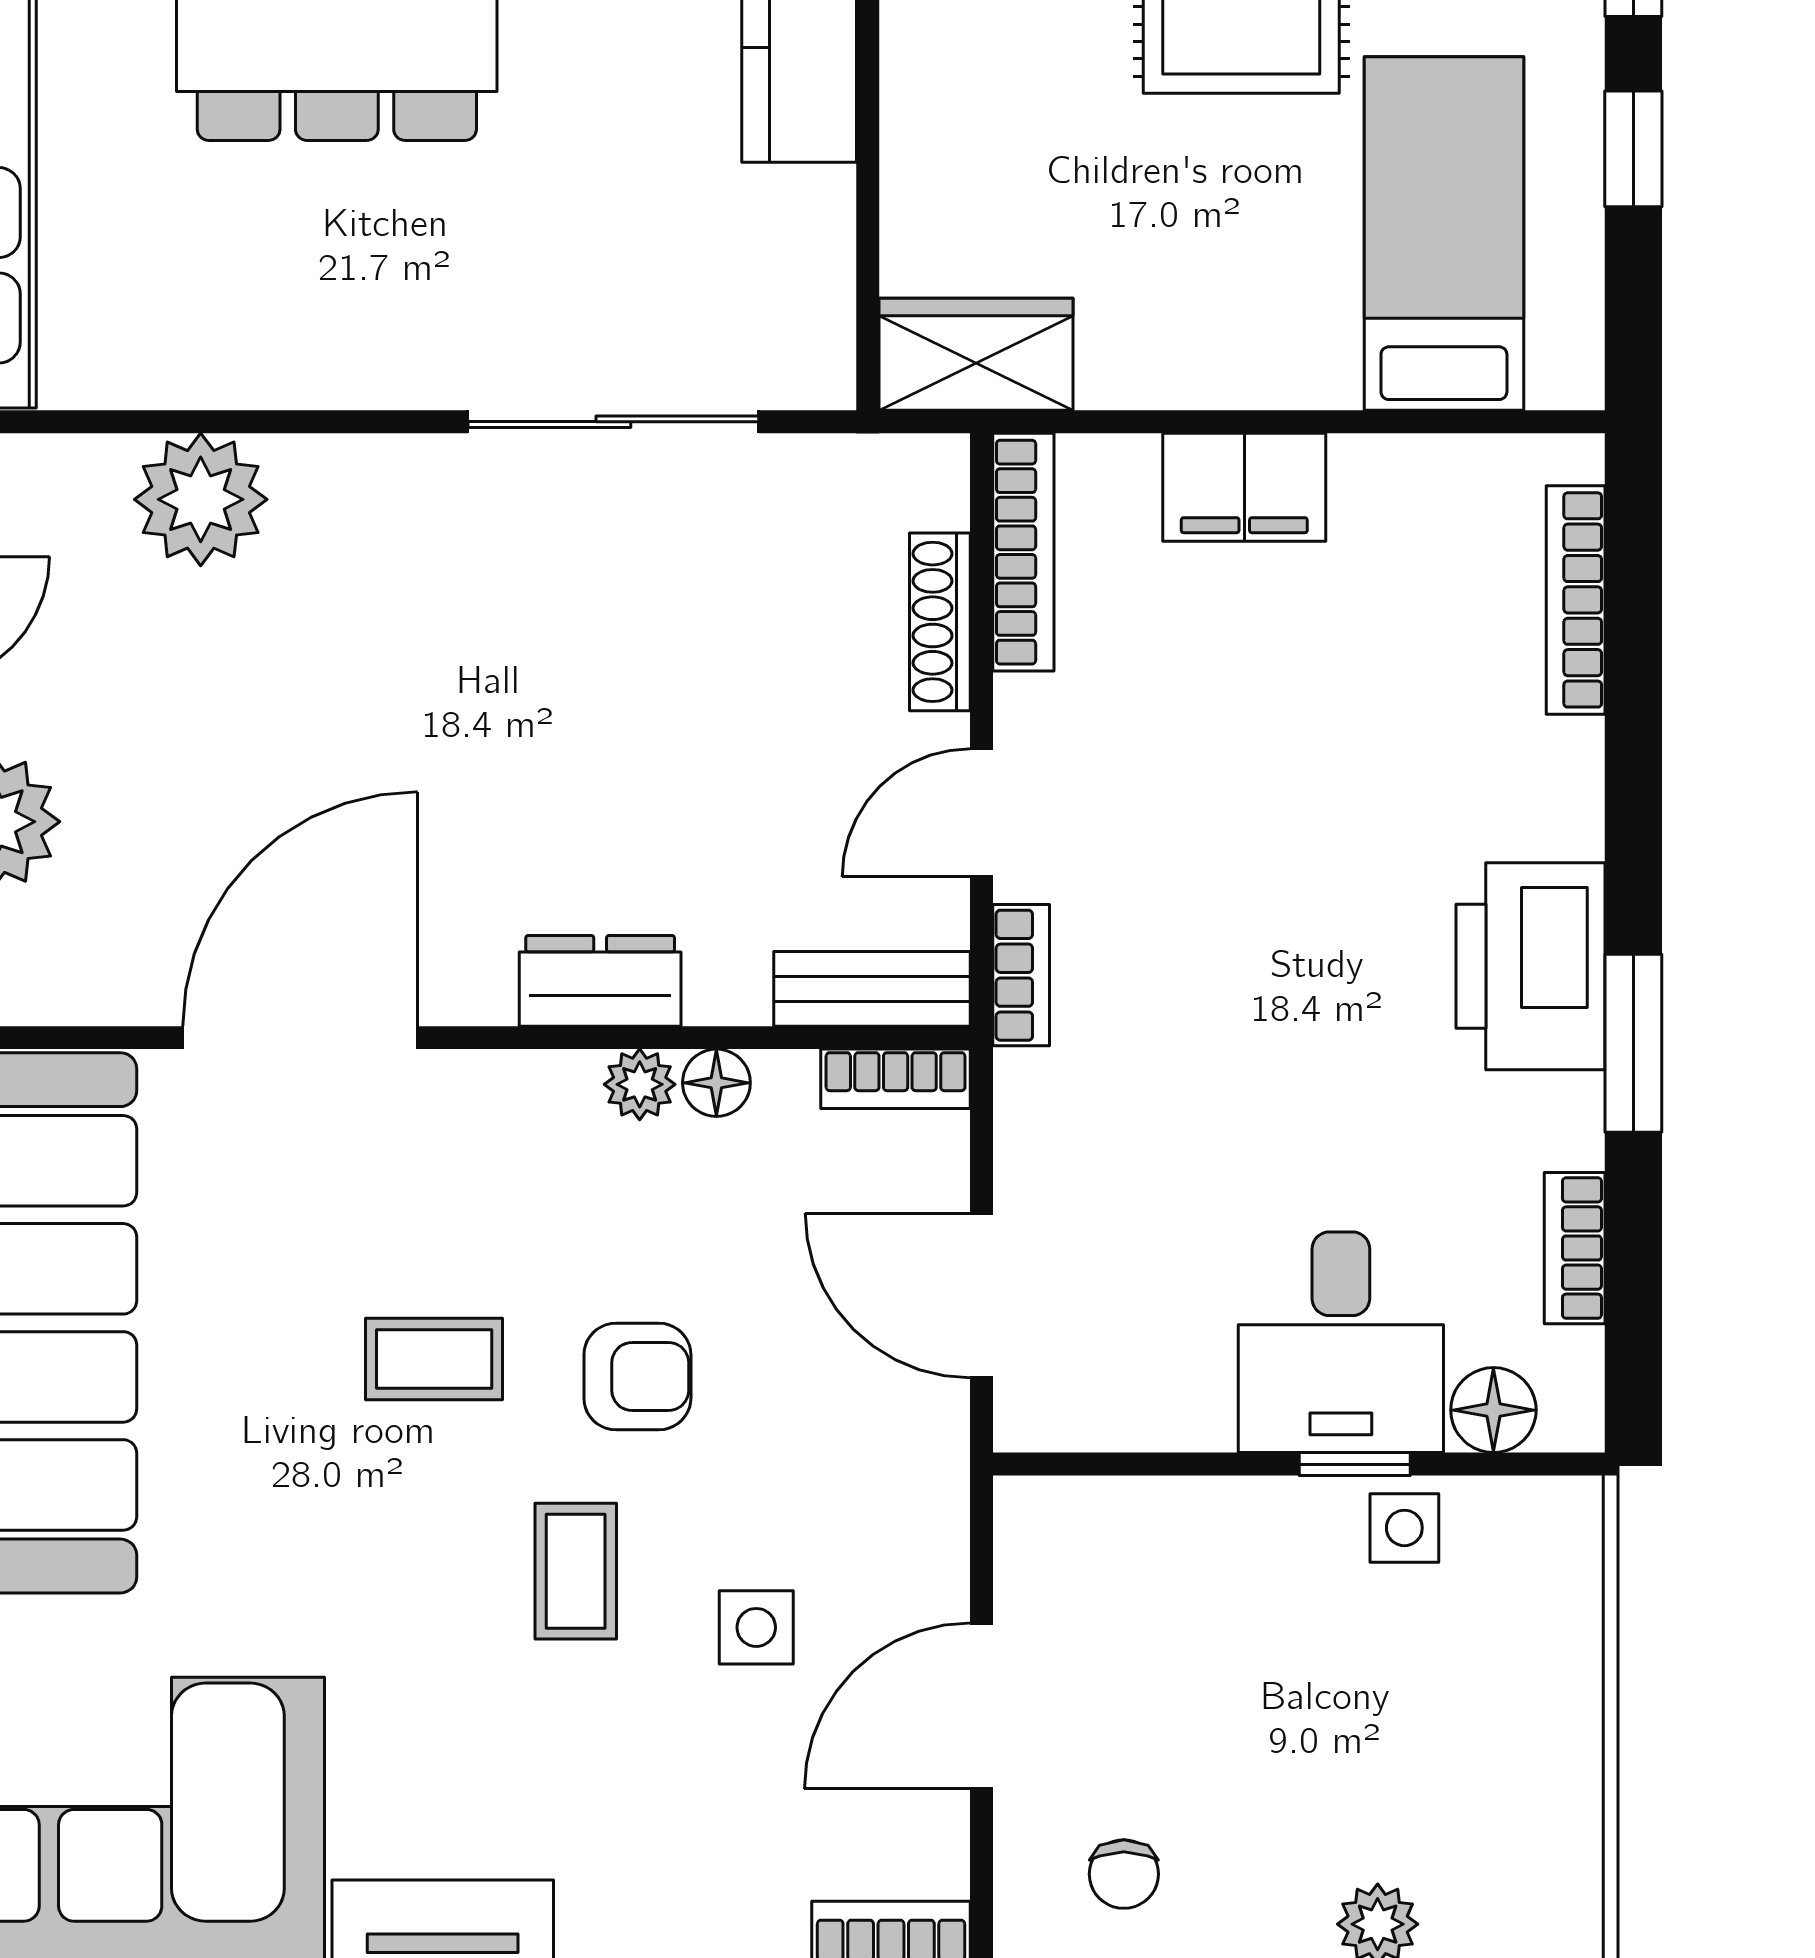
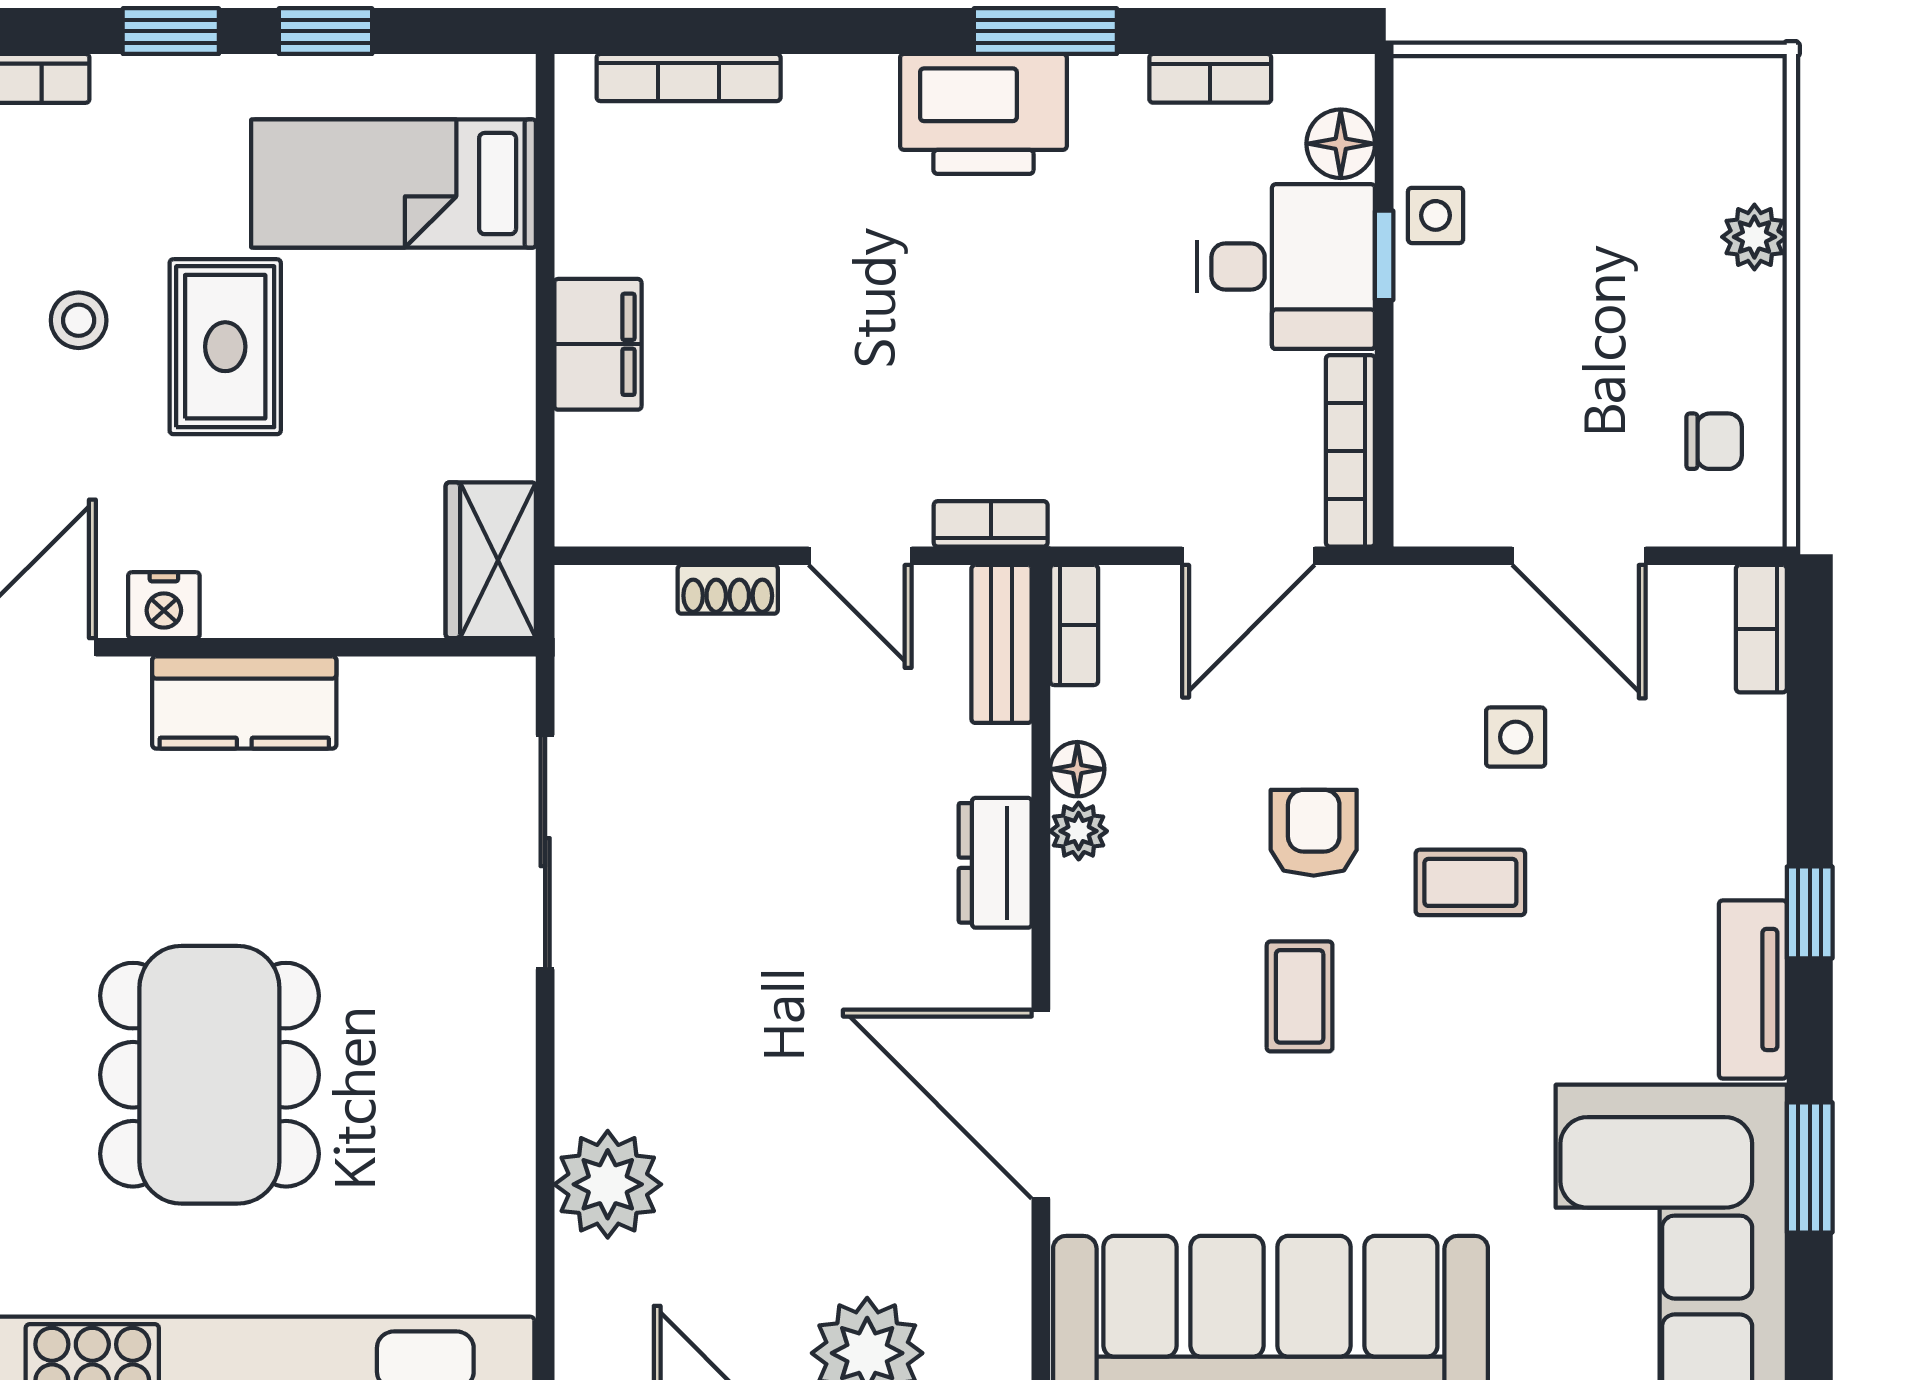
bookcase: (1023, 552) -> (1350, 451), moved, turned -90
shoe rack: (940, 622) -> (728, 589), width x0.70

